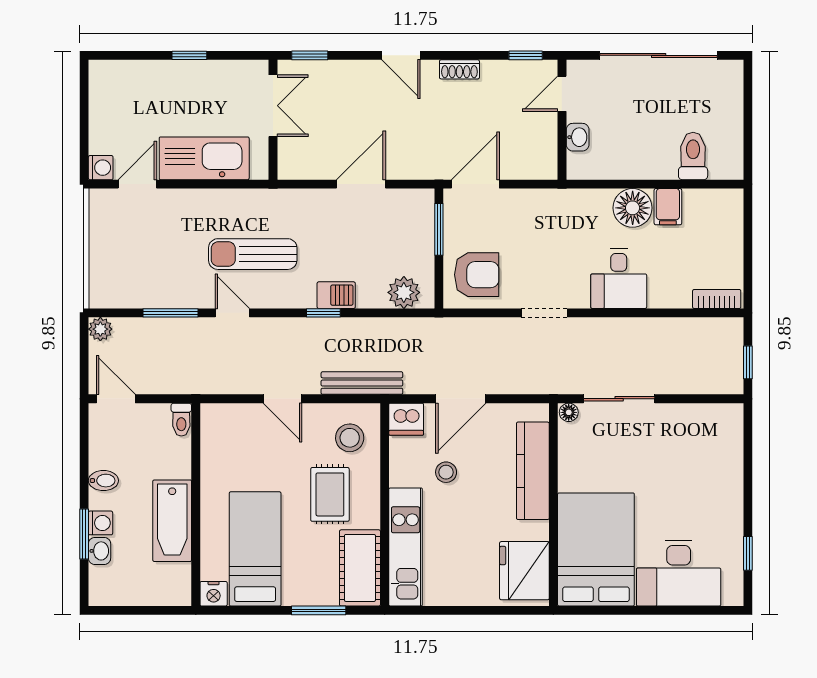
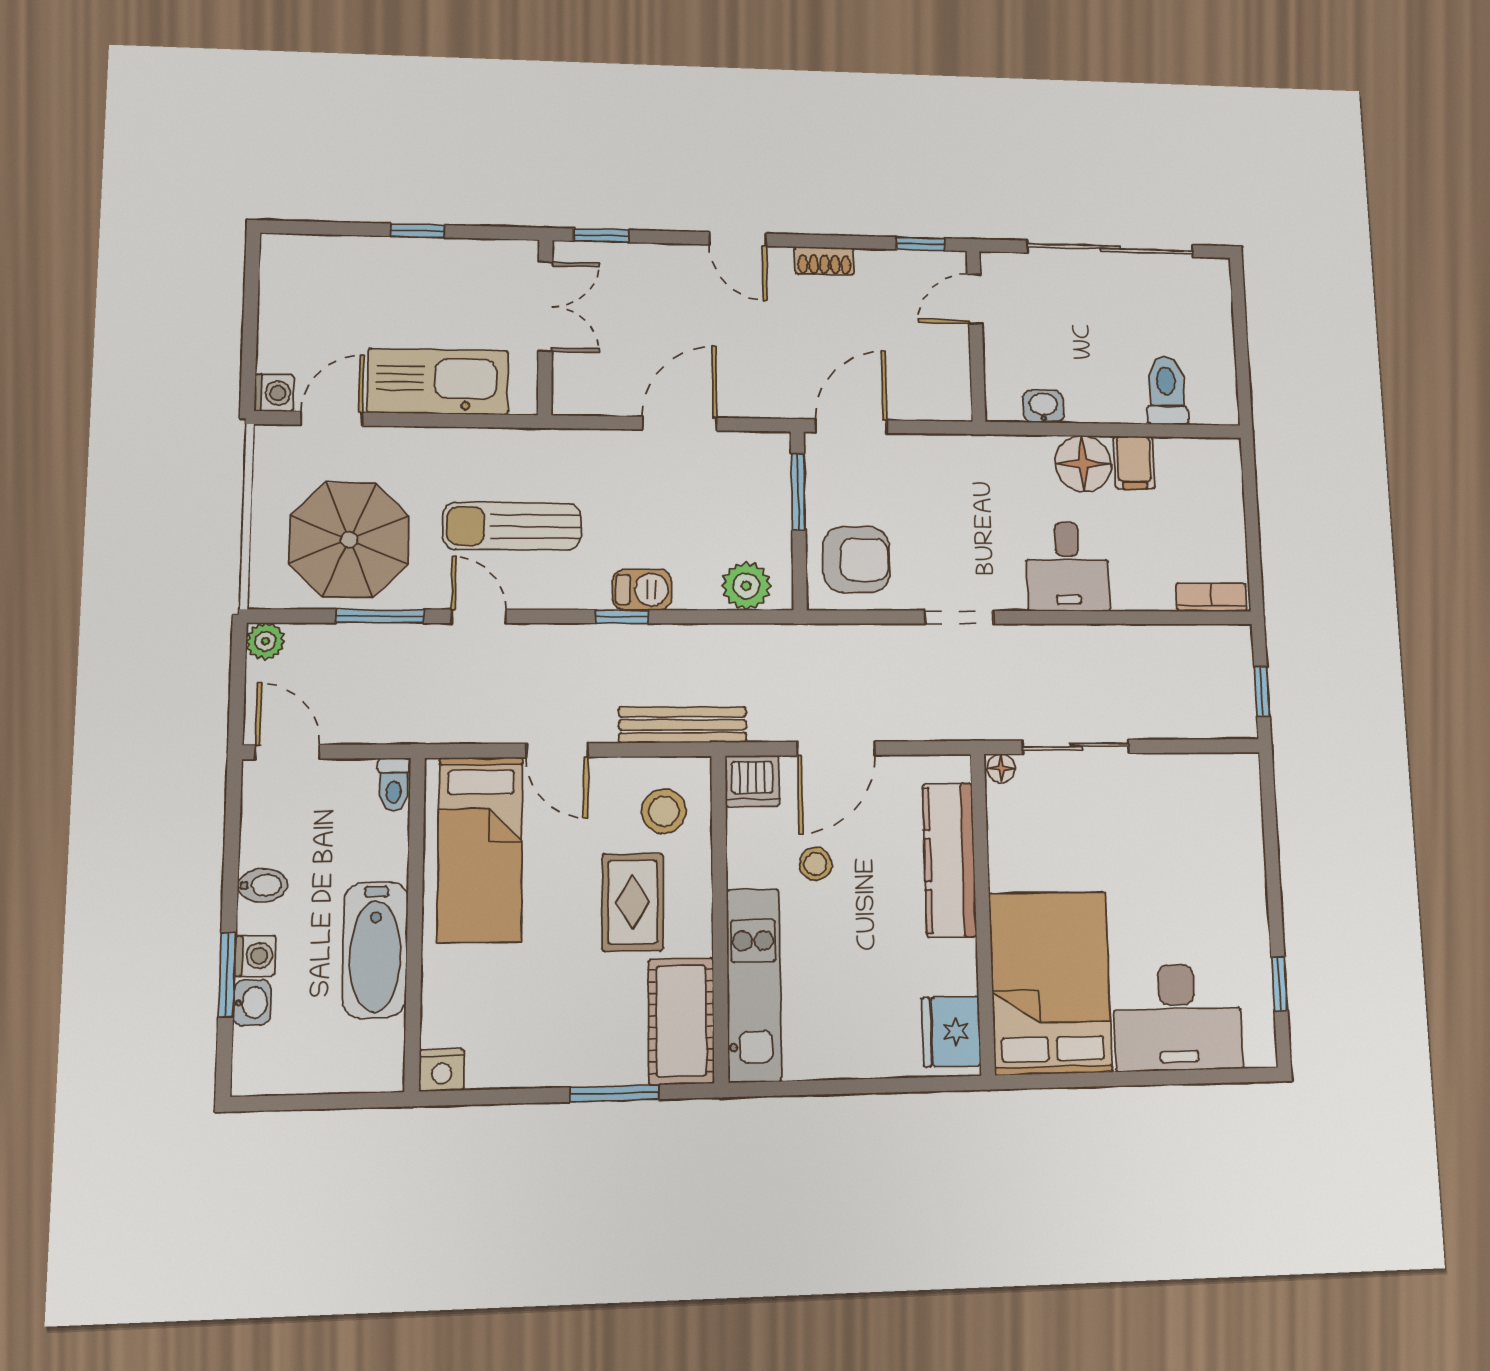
washbasin: (578, 137) -> (1043, 406), moved, turned -90
parasol: (150, 264) -> (349, 540), added
bed: (255, 549) -> (480, 849), moved, turned 180
fridge: (524, 571) -> (951, 1032), width x0.73, depth x0.75

